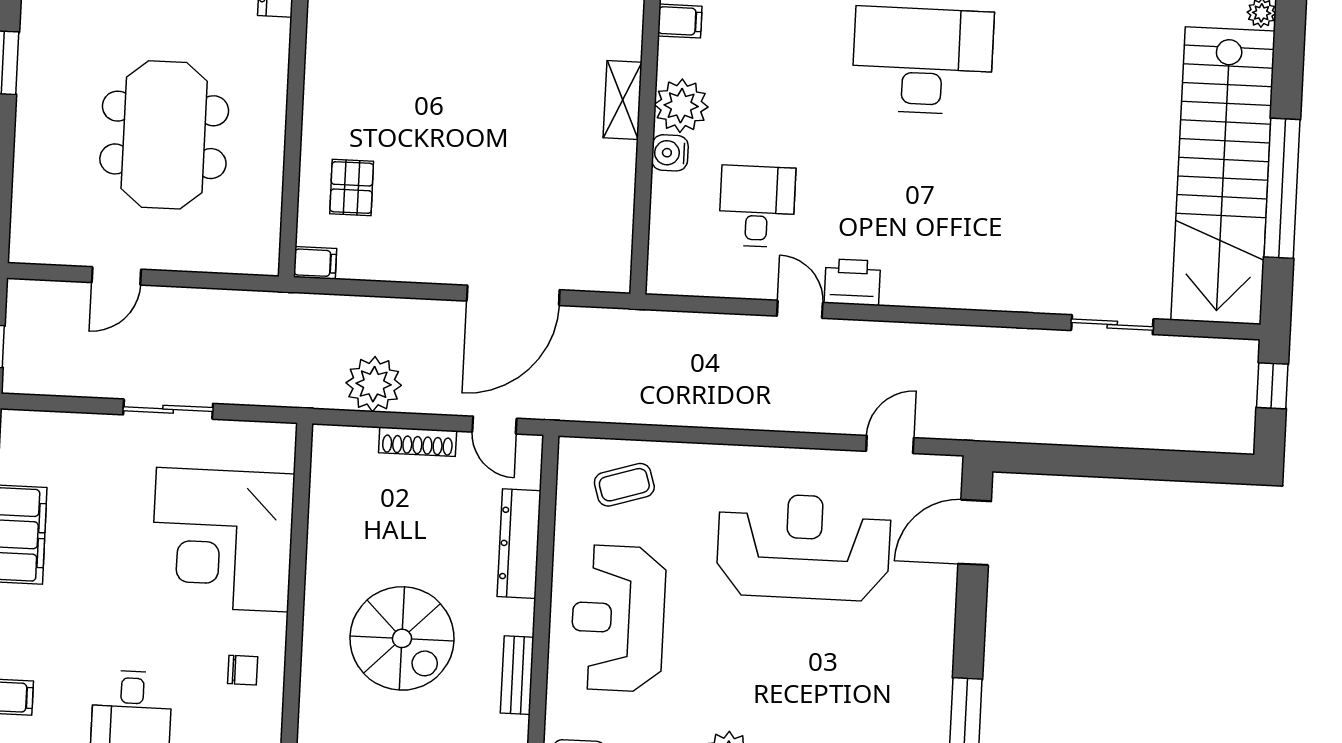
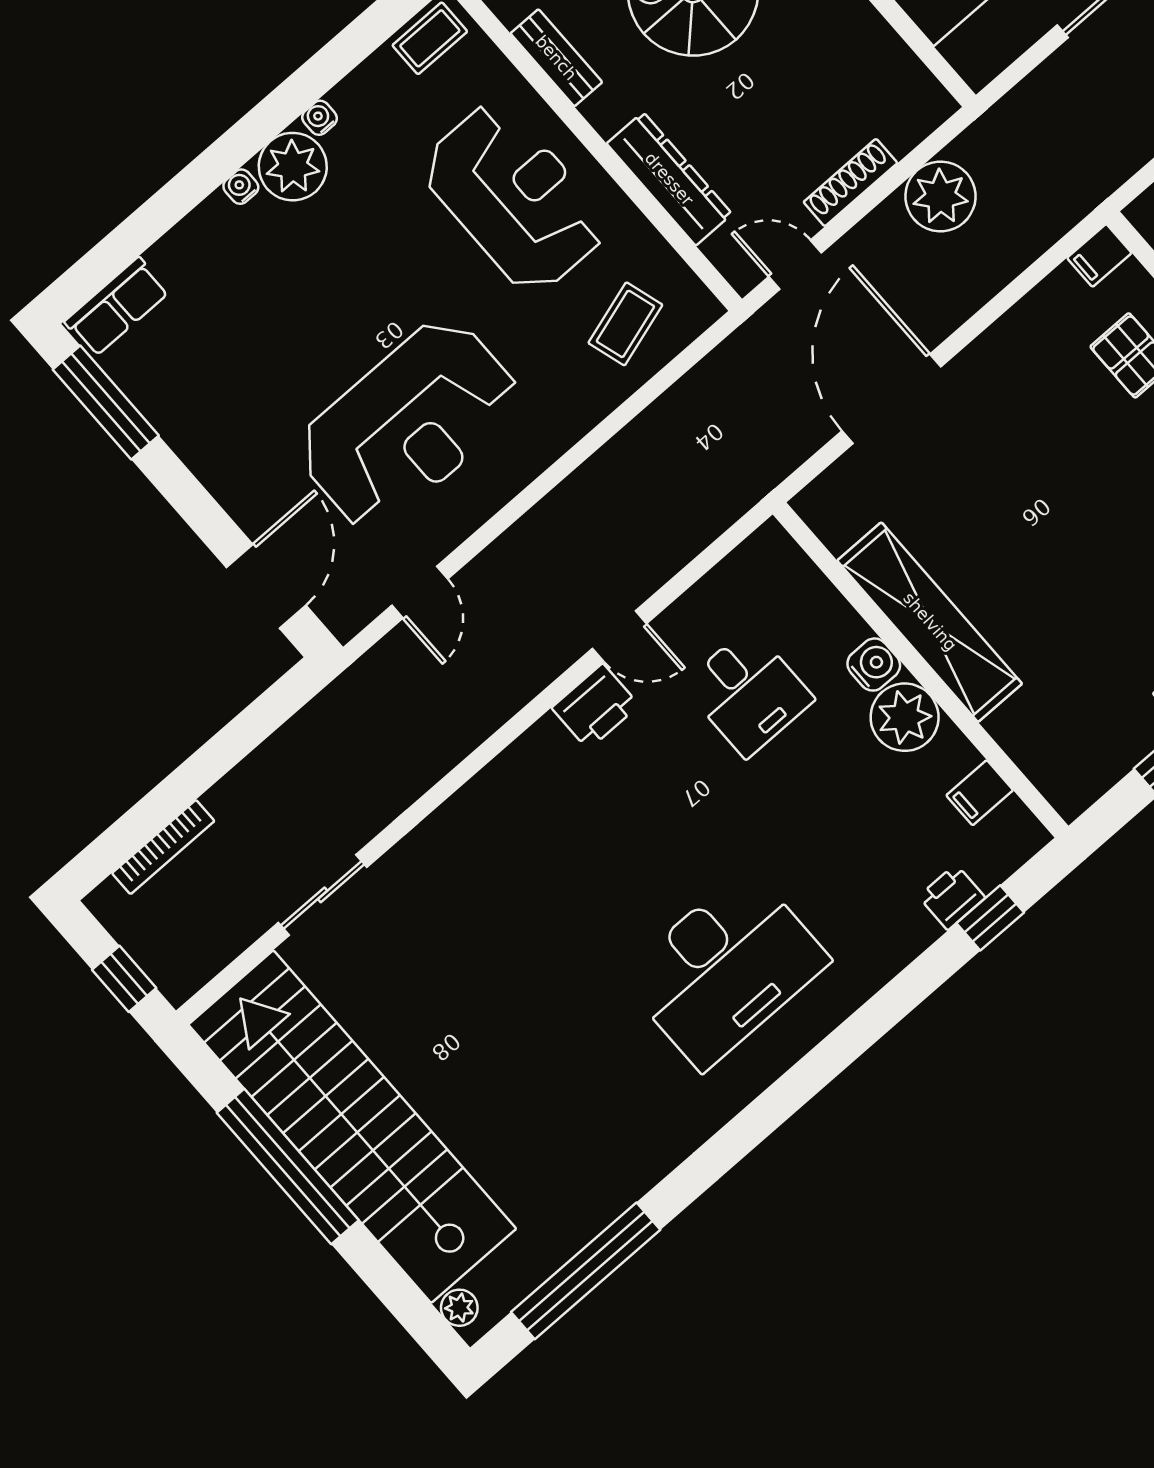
shelving: (623, 100) -> (930, 622), width x2.20, depth x1.33
bookcase: (1177, 440) -> (163, 847), added

